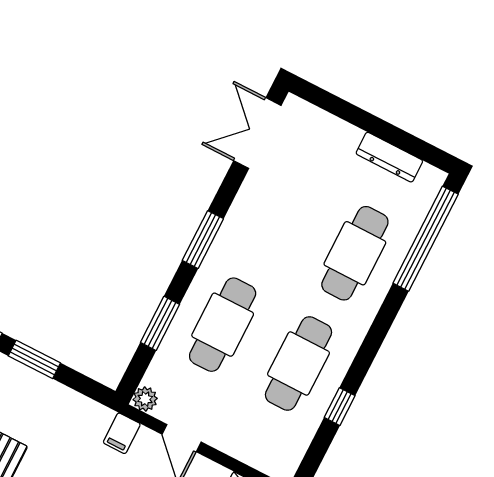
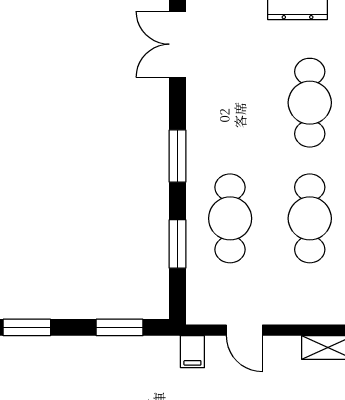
window: (34, 359) -> (120, 327), moved
plant: (145, 399) -> (197, 313), removed

